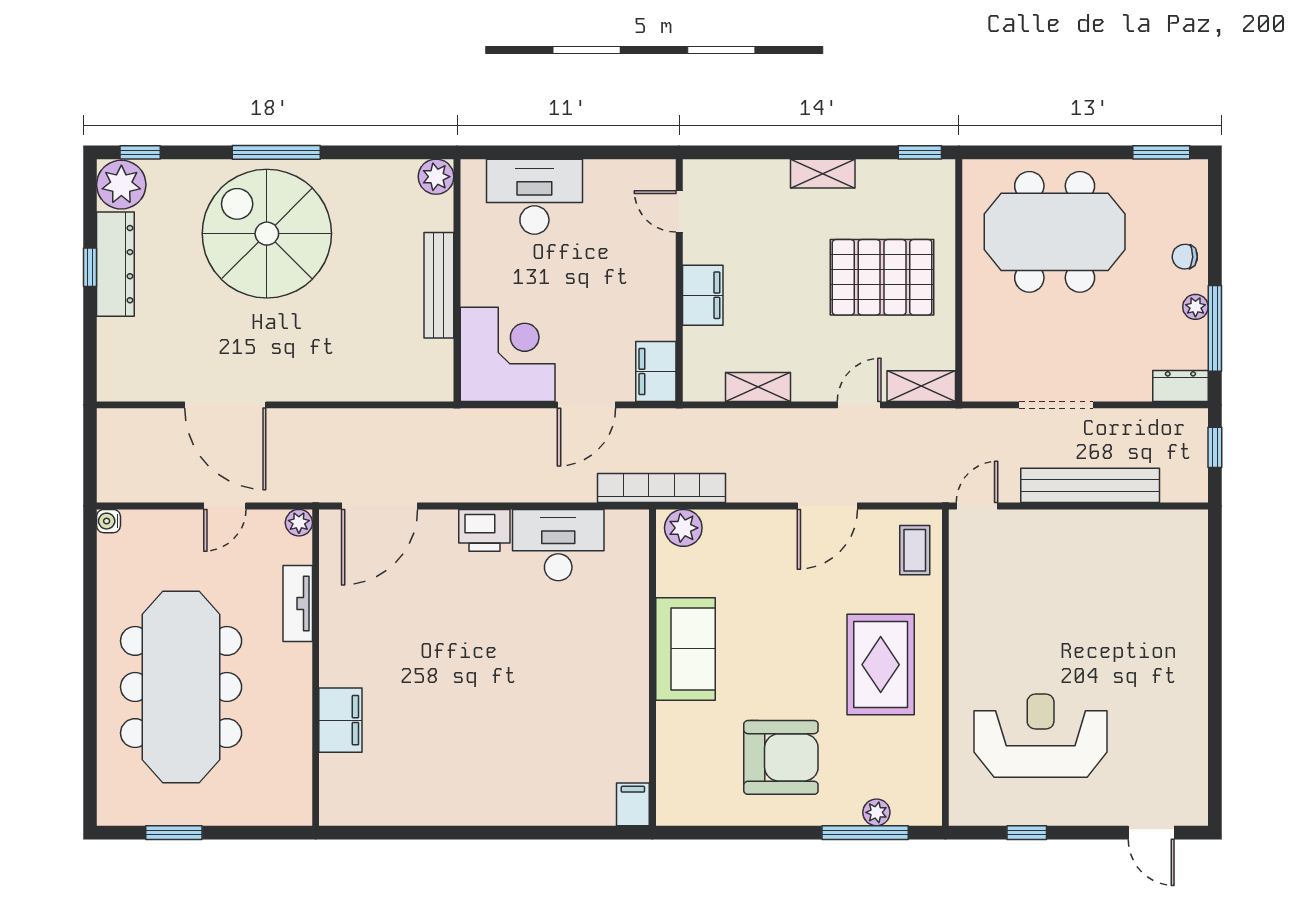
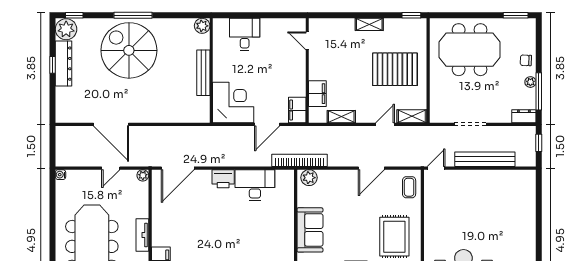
desk: (534, 197) -> (245, 34), width x0.73
filing cabinet: (703, 295) -> (317, 94), moved
tv unit: (298, 604) -> (142, 235), moved

